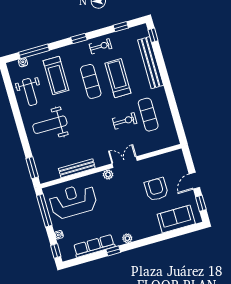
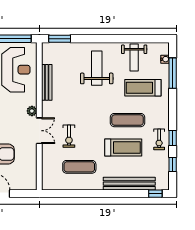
window: (79, 39) -> (173, 138), moved
weight bench: (30, 92) -> (134, 58), turned -90
exercise bike: (125, 121) -> (69, 136), moved

